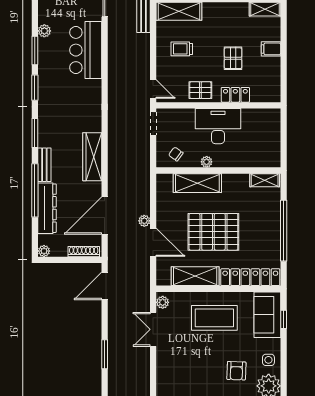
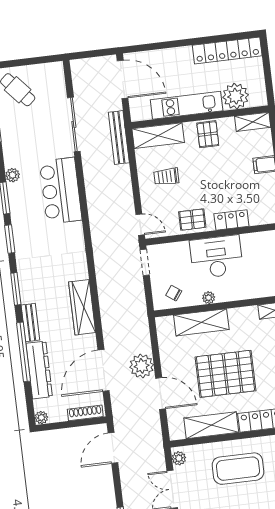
pallet: (233, 58) -> (208, 134), moved
plant: (144, 221) -> (142, 366), width x1.87, depth x1.87

